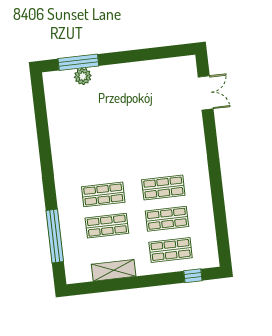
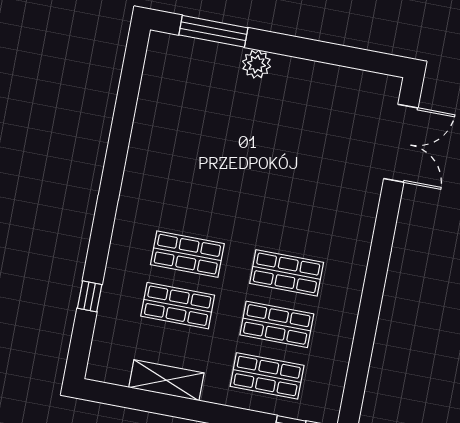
plant: (83, 76) -> (256, 64), moved
double door: (206, 93) -> (401, 143), width x1.37
window: (55, 236) -> (90, 296), width x0.32

